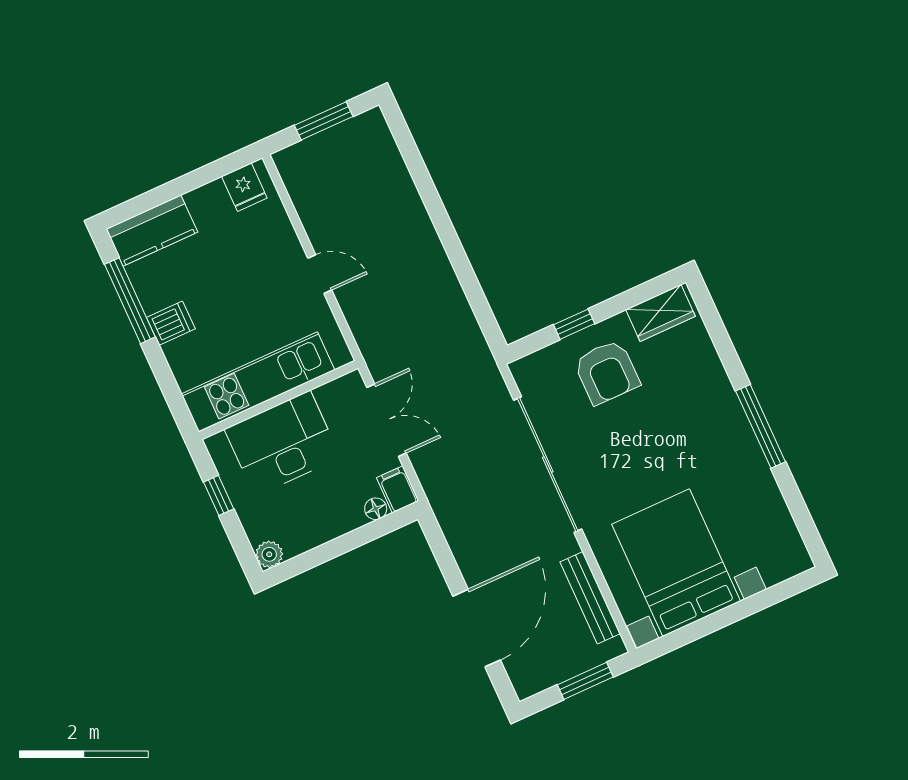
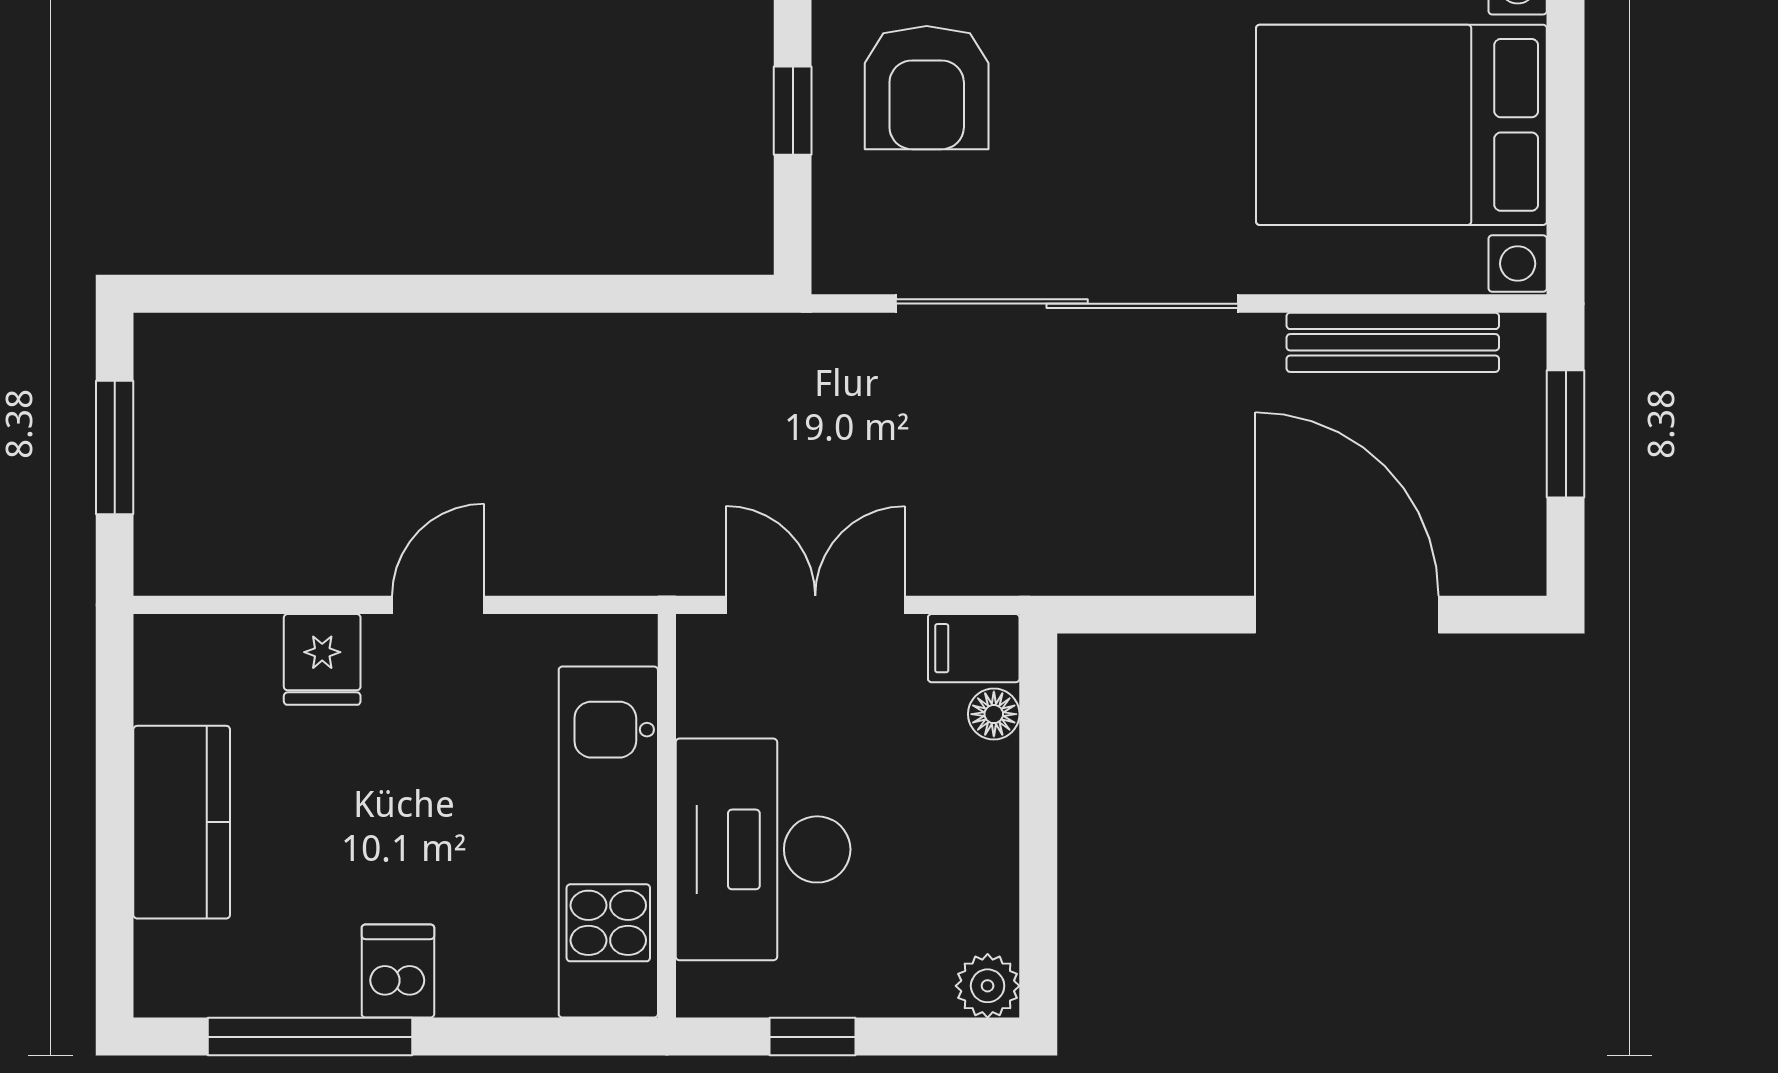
fridge: (244, 187) -> (322, 659), moved, turned 90
kitchen counter: (152, 231) -> (182, 822), moved
armchair: (607, 372) -> (927, 88), turned 90

